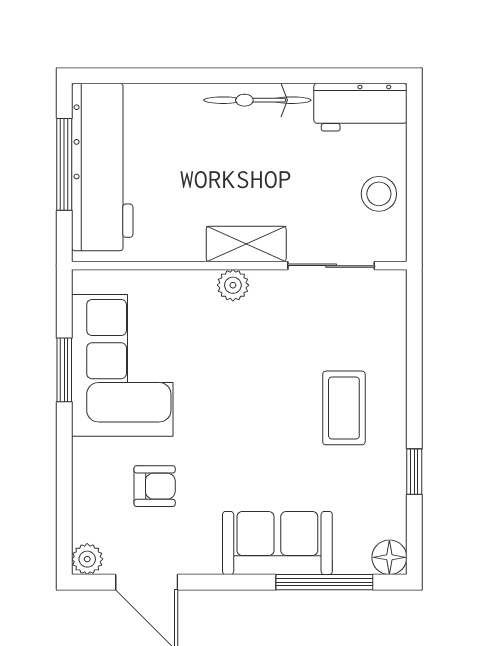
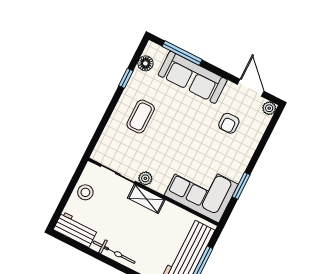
plant: (233, 285) -> (145, 178), moved
corner sofa: (122, 365) -> (201, 190), moved, turned 90
armchair: (155, 486) -> (229, 123), turned -90
sofa: (277, 543) -> (193, 77), width x1.36
floor lamp: (389, 557) -> (145, 63), moved

